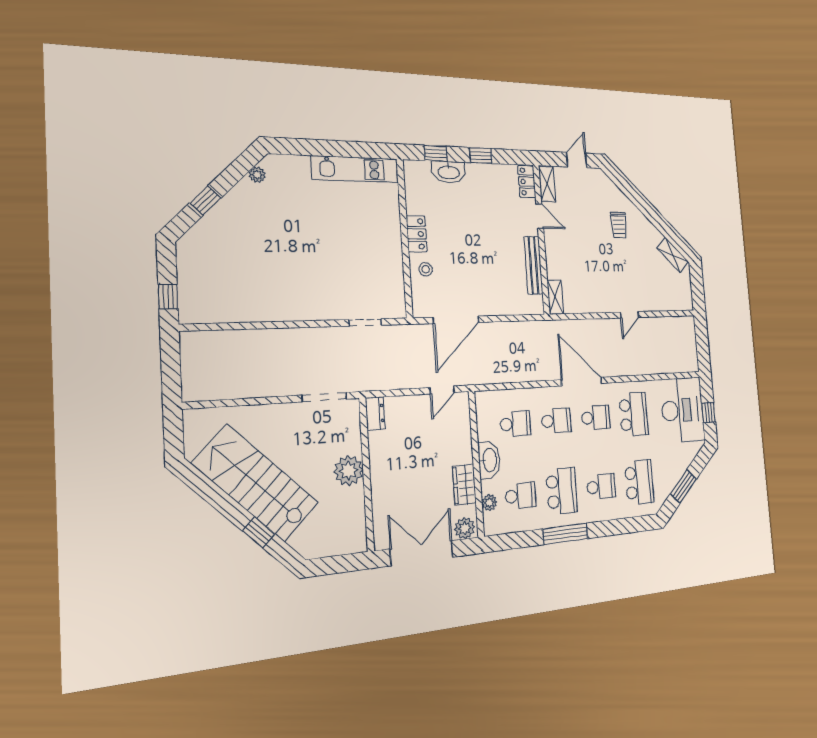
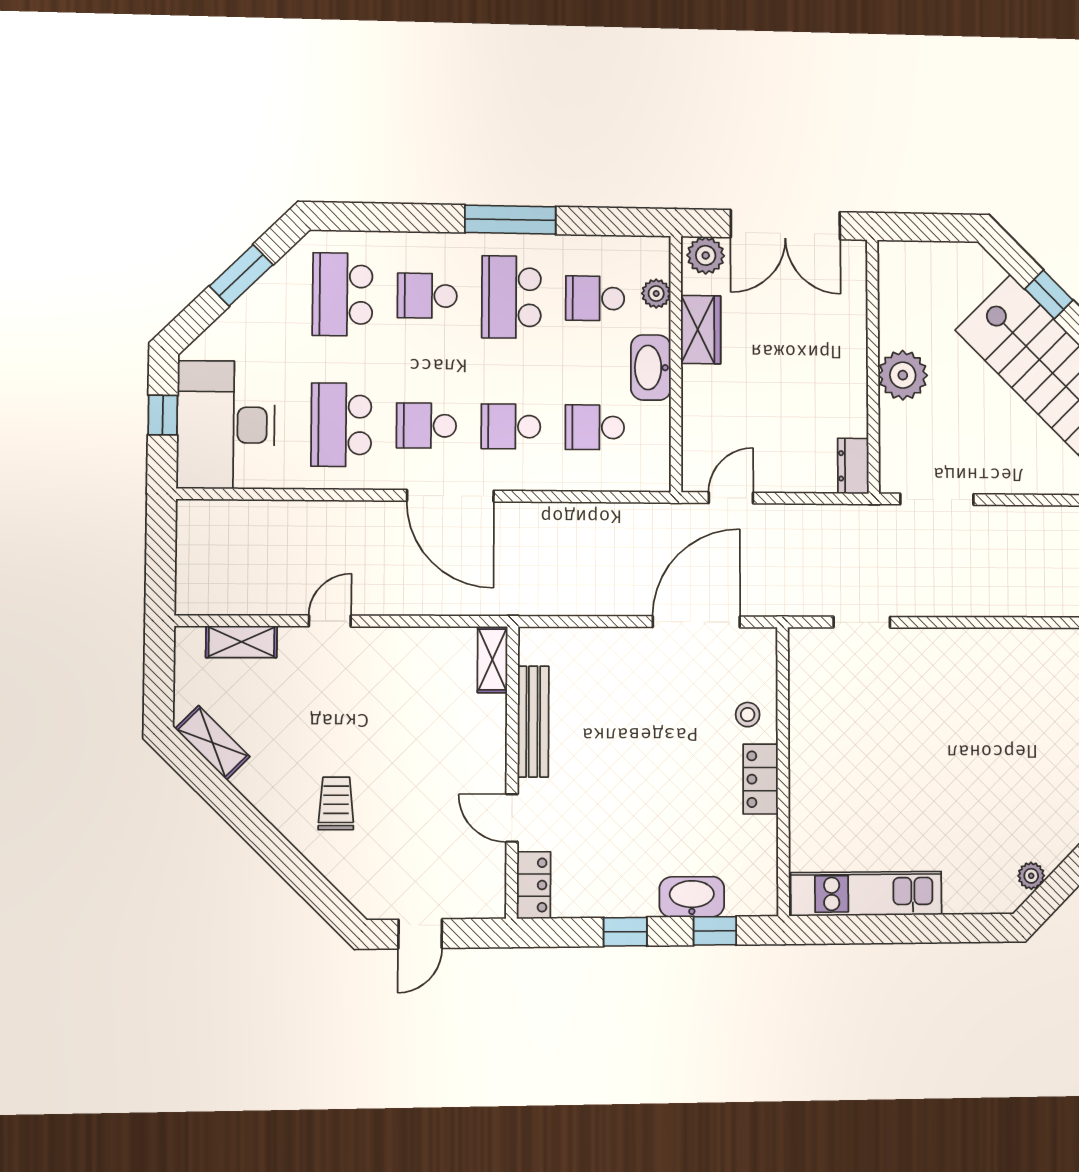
shelving: (547, 184) -> (241, 642), moved, turned 90

